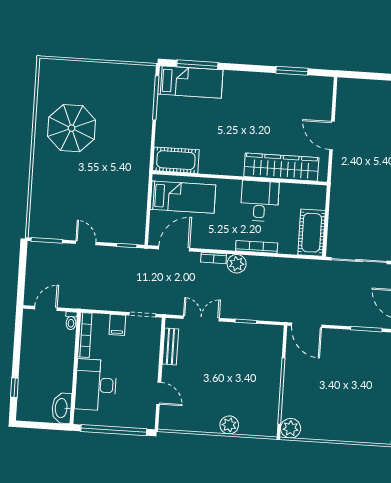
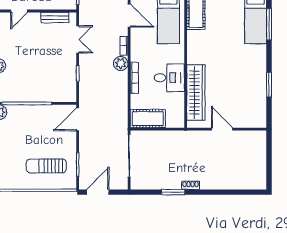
window: (292, 71) -> (269, 85), moved
door: (332, 135) -> (222, 129), hinge flipped
sun lounger: (365, 371) -> (46, 166), added

